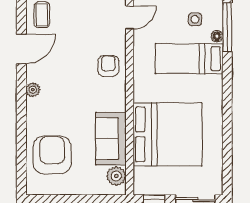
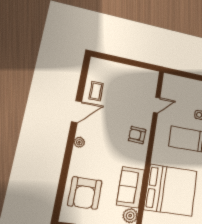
armchair: (108, 66) -> (137, 135), turned -87
armchair: (52, 155) -> (85, 193), turned 180

